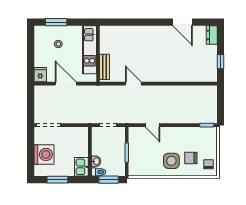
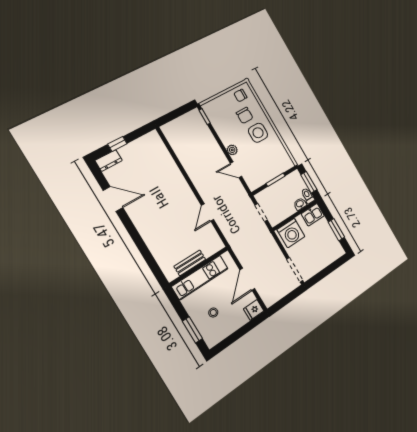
door: (183, 22) -> (113, 199), hinge flipped
window: (221, 62) -> (117, 144), moved
bench: (105, 67) -> (190, 263), moved
door: (153, 125) -> (236, 170), swing flipped
plant: (169, 131) -> (232, 150), added
washing machine: (44, 154) -> (291, 233), moved, turned 180

